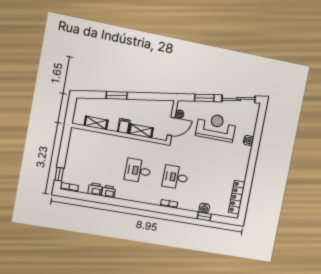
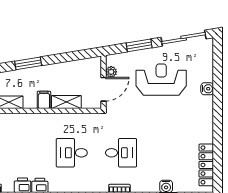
desk: (175, 177) -> (121, 153), turned 180

